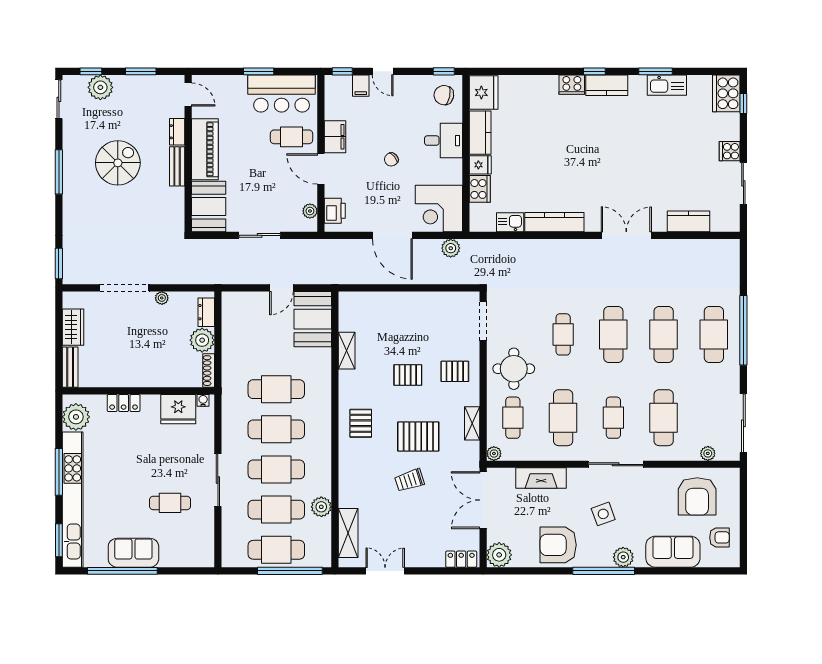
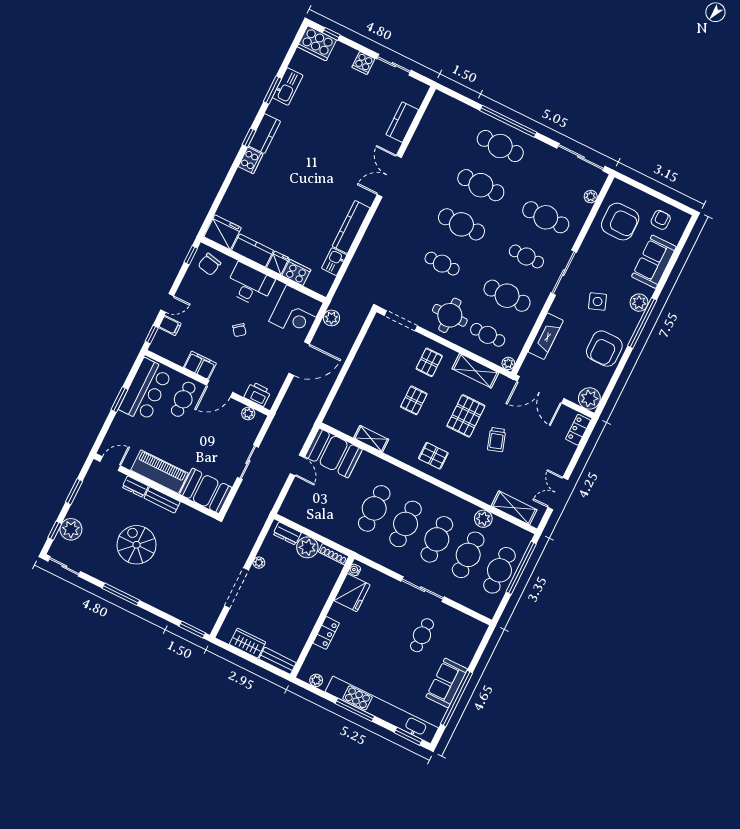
desk: (443, 141) -> (250, 285), width x1.37
plant: (76, 417) -> (316, 680), width x0.53, depth x0.53
shelving: (472, 423) -> (475, 371), width x1.50, depth x1.33

